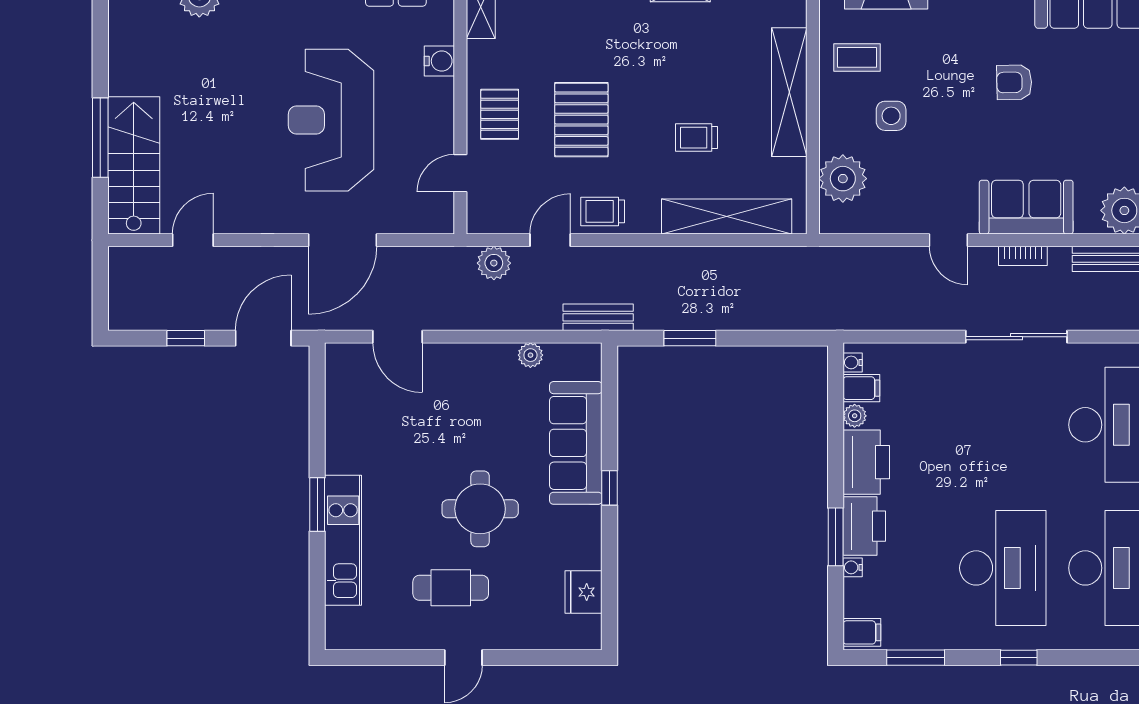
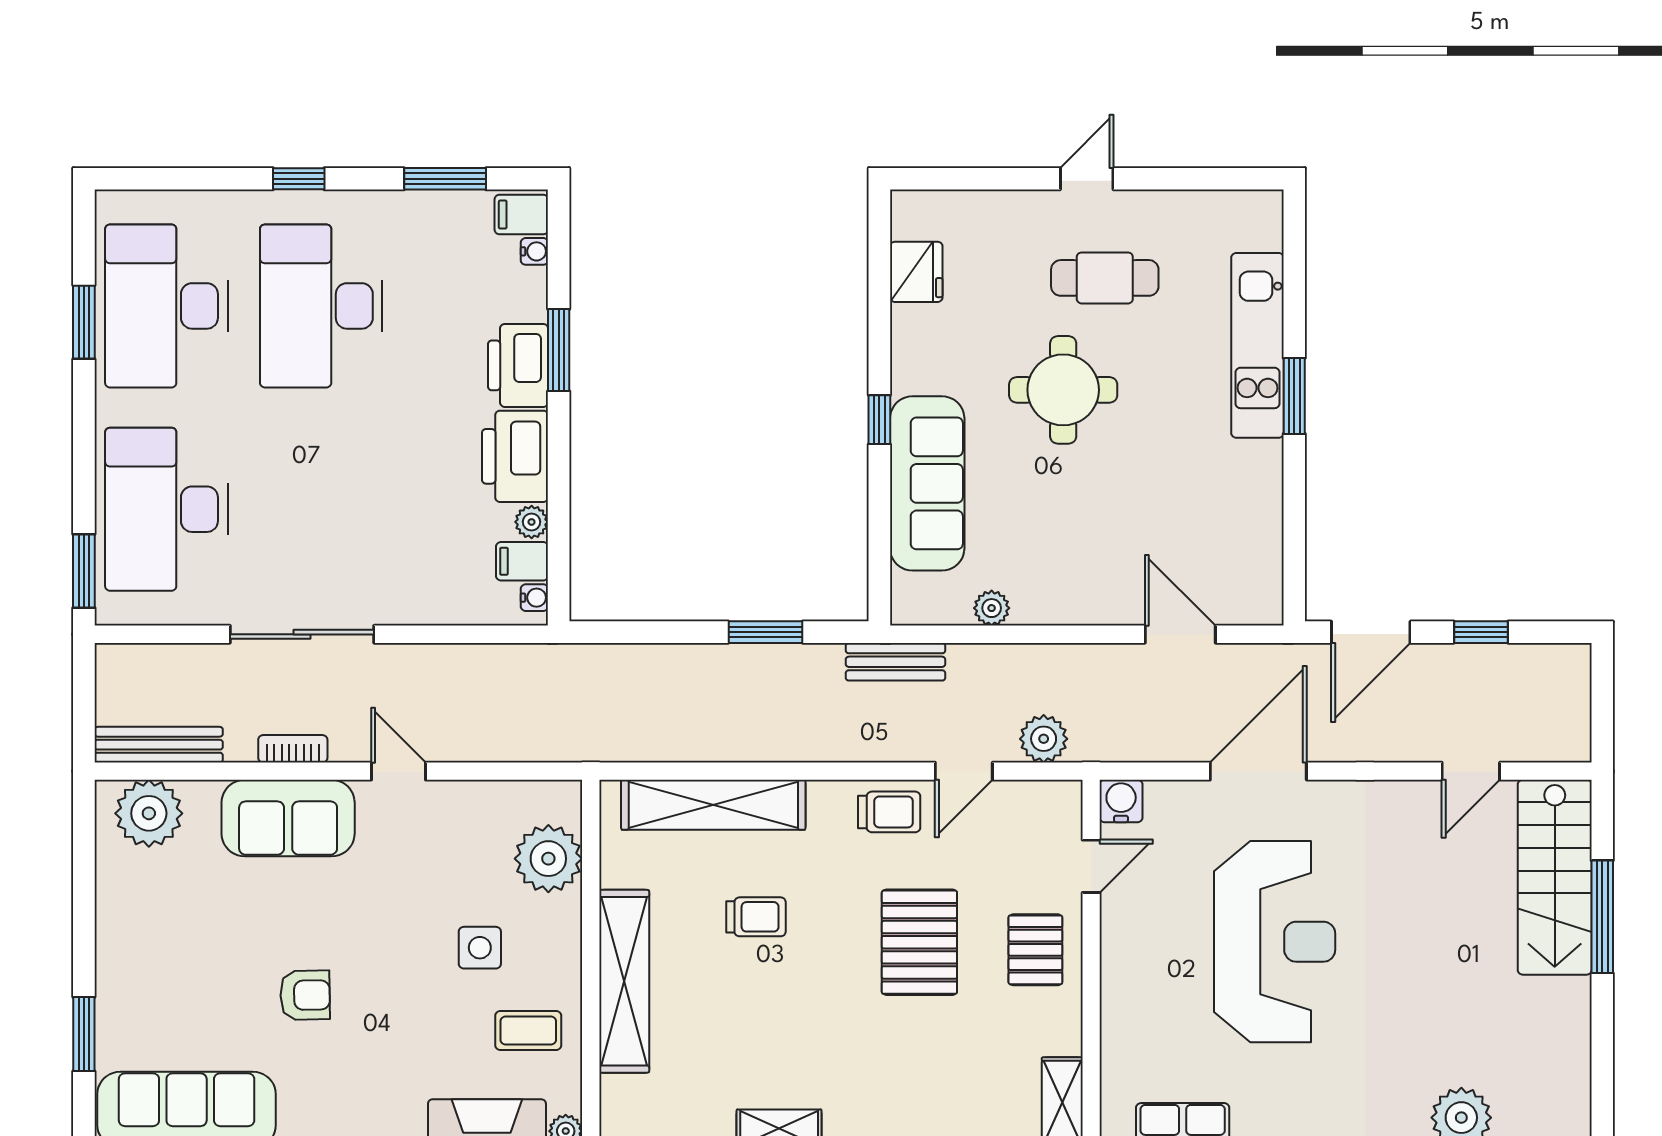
water cooler: (439, 61) -> (1121, 801), moved, turned 90
water cooler: (853, 567) -> (534, 251), moved

